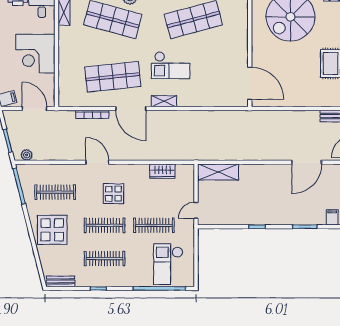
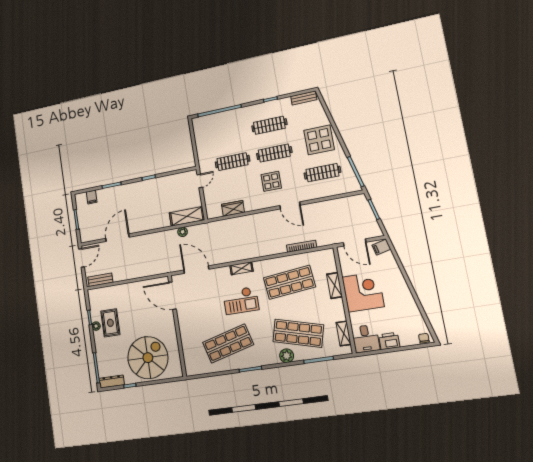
shelving: (64, 65) -> (334, 285), added
checkout: (171, 65) -> (241, 301), turned 180
door: (131, 109) -> (196, 270), moved
plant: (27, 155) -> (183, 232), moved
checkout: (168, 264) -> (215, 132), removed

